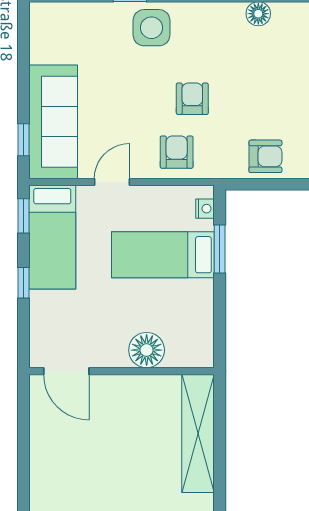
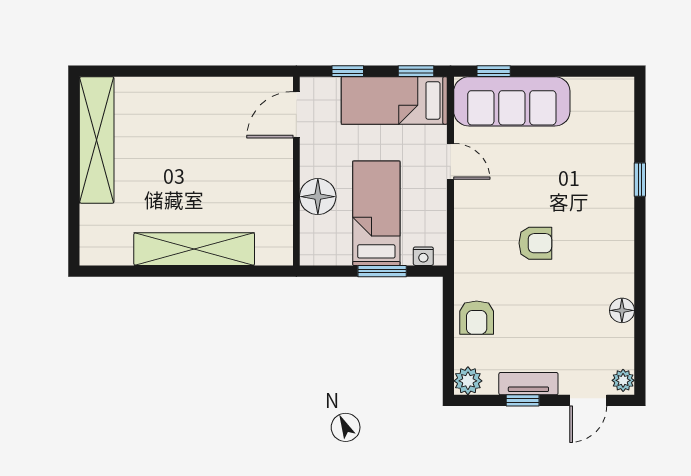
side table: (152, 28) -> (608, 202), removed
armchair: (177, 152) -> (481, 227), removed
floor lamp: (147, 350) -> (318, 197), moved
door: (66, 371) -> (296, 115), moved
wall: (122, 371) -> (296, 171), moved

